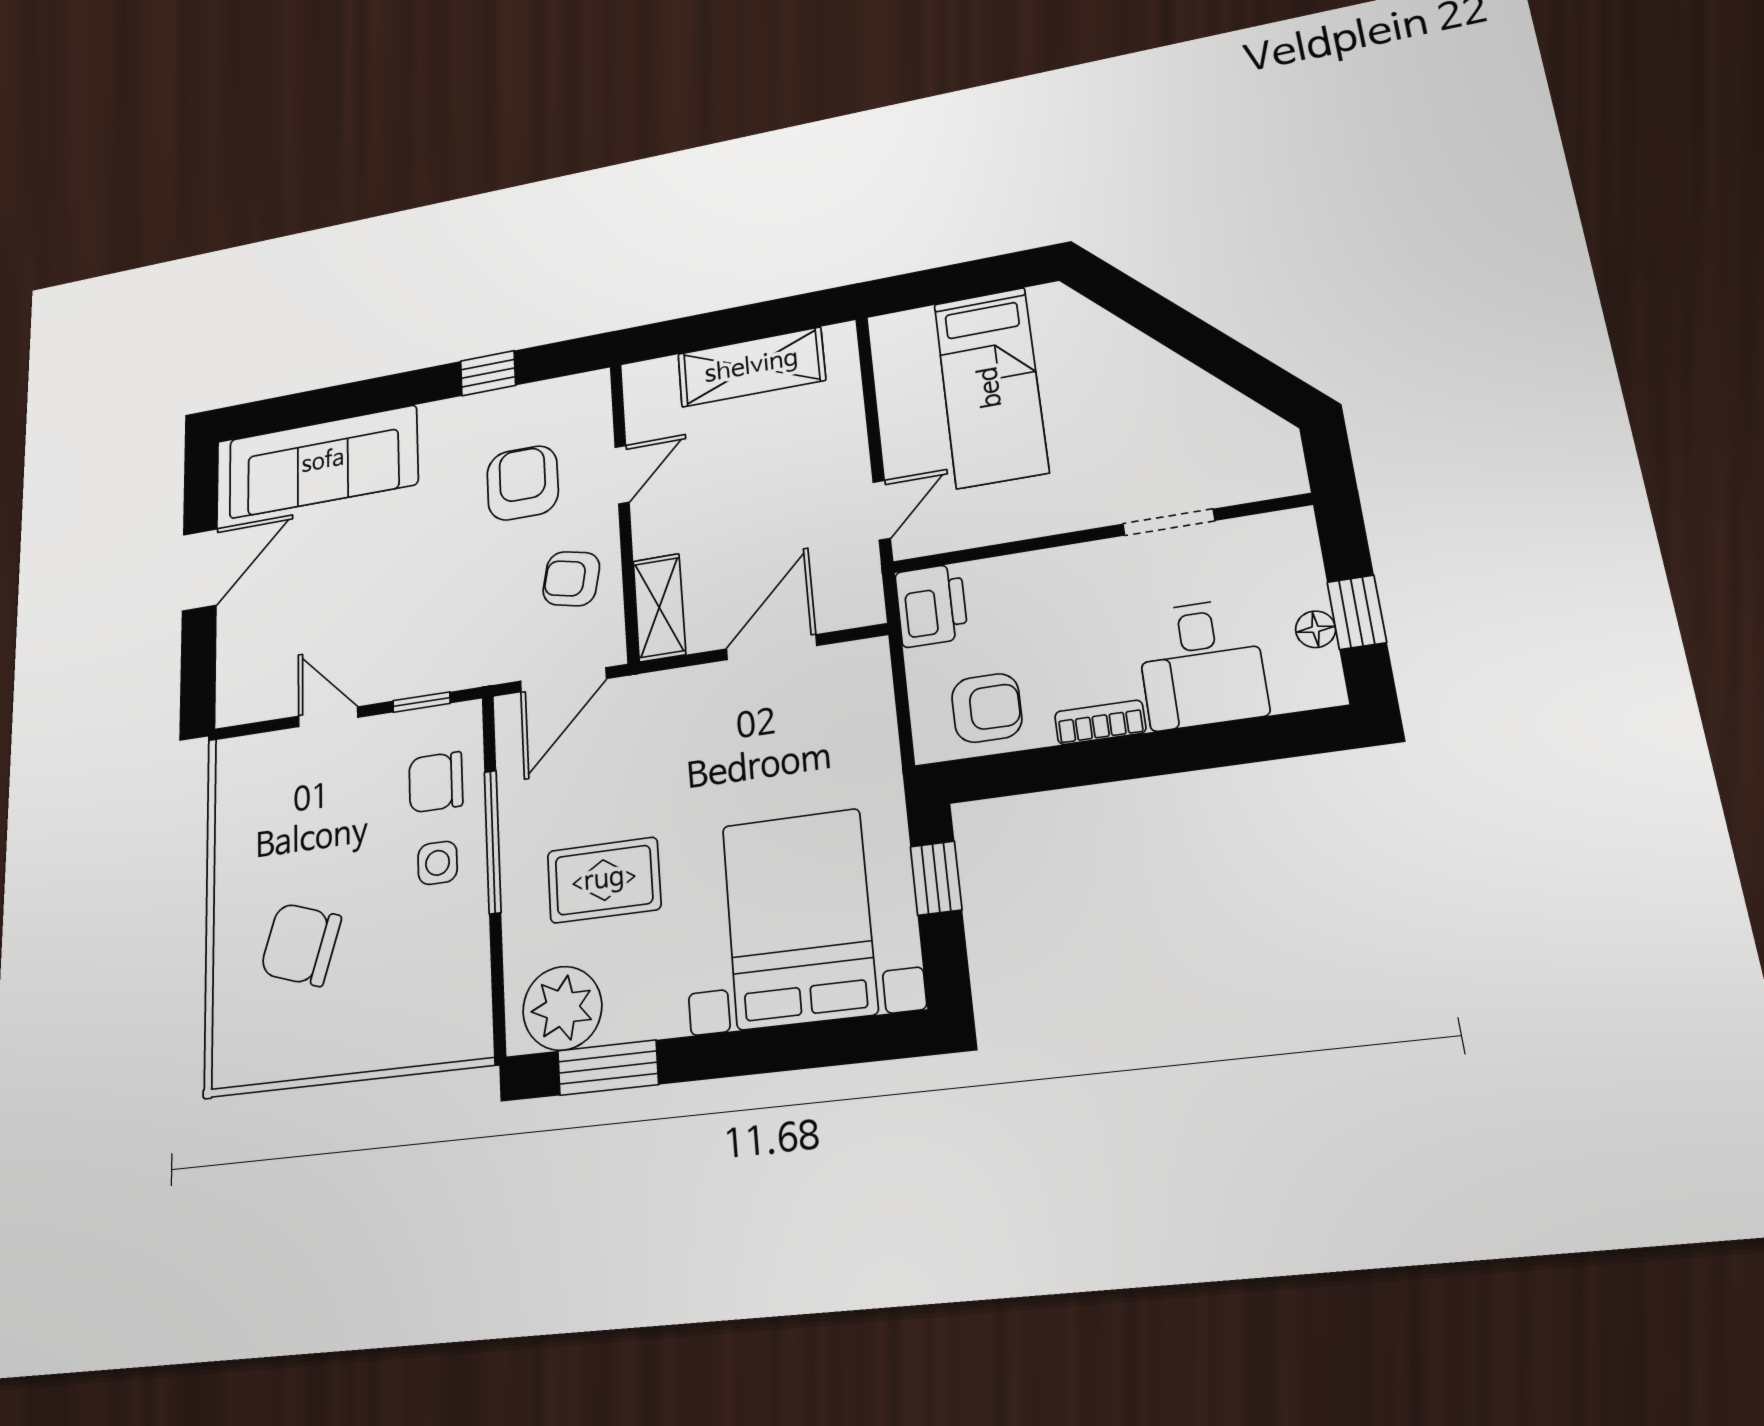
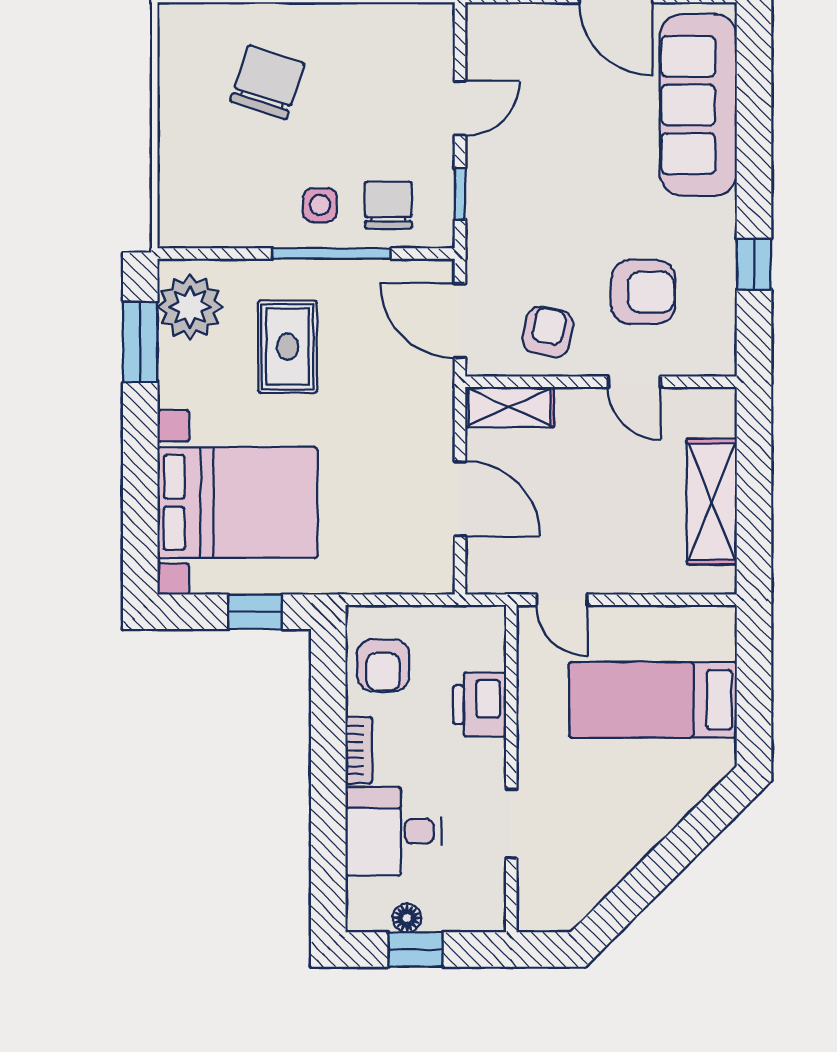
printer: (931, 605) -> (480, 705), moved, turned 90

